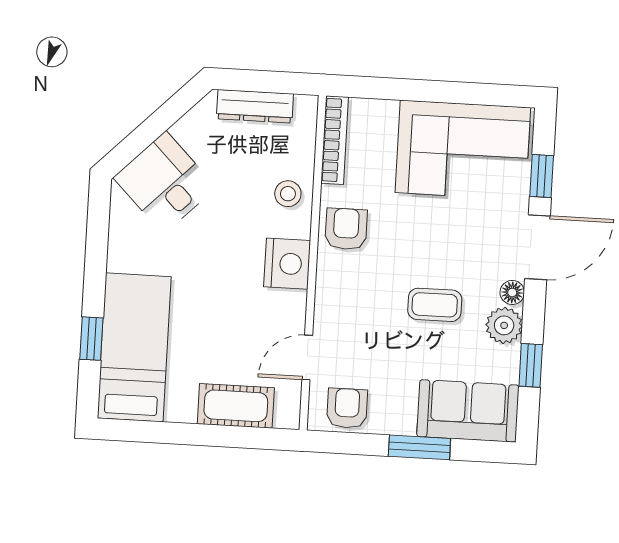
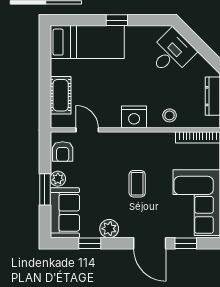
armchair: (346, 229) -> (153, 146), removed
floor lamp: (512, 292) -> (126, 232), removed
coffee table: (435, 305) -> (137, 184), moved
window: (91, 339) -> (117, 20), moved
armchair: (347, 408) -> (63, 152), turned 90
plant: (400, 421) -> (58, 179), added

